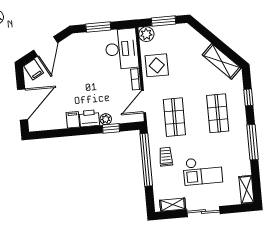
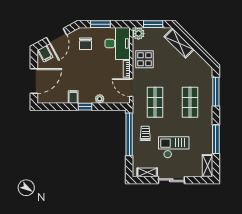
chair: (82, 53) -> (85, 44), added
shelving: (222, 61) -> (179, 43), moved
window: (248, 97) -> (216, 92), width x2.17
door: (144, 102) -> (131, 88), hinge flipped
printer: (89, 118) -> (87, 97), removed
window: (111, 128) -> (85, 107), moved
window: (252, 142) -> (216, 139), moved
checkout: (203, 171) -> (174, 147), turned 180

